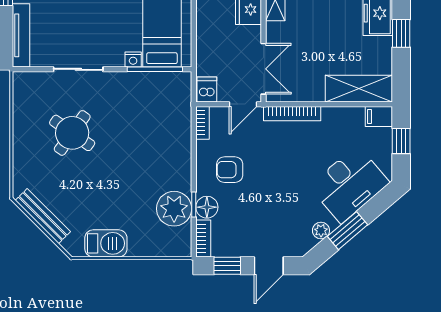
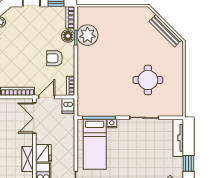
round table: (72, 133) -> (148, 80), turned -35
armchair: (230, 170) -> (55, 58), turned 180
barbecue: (106, 243) -> (128, 15), removed

